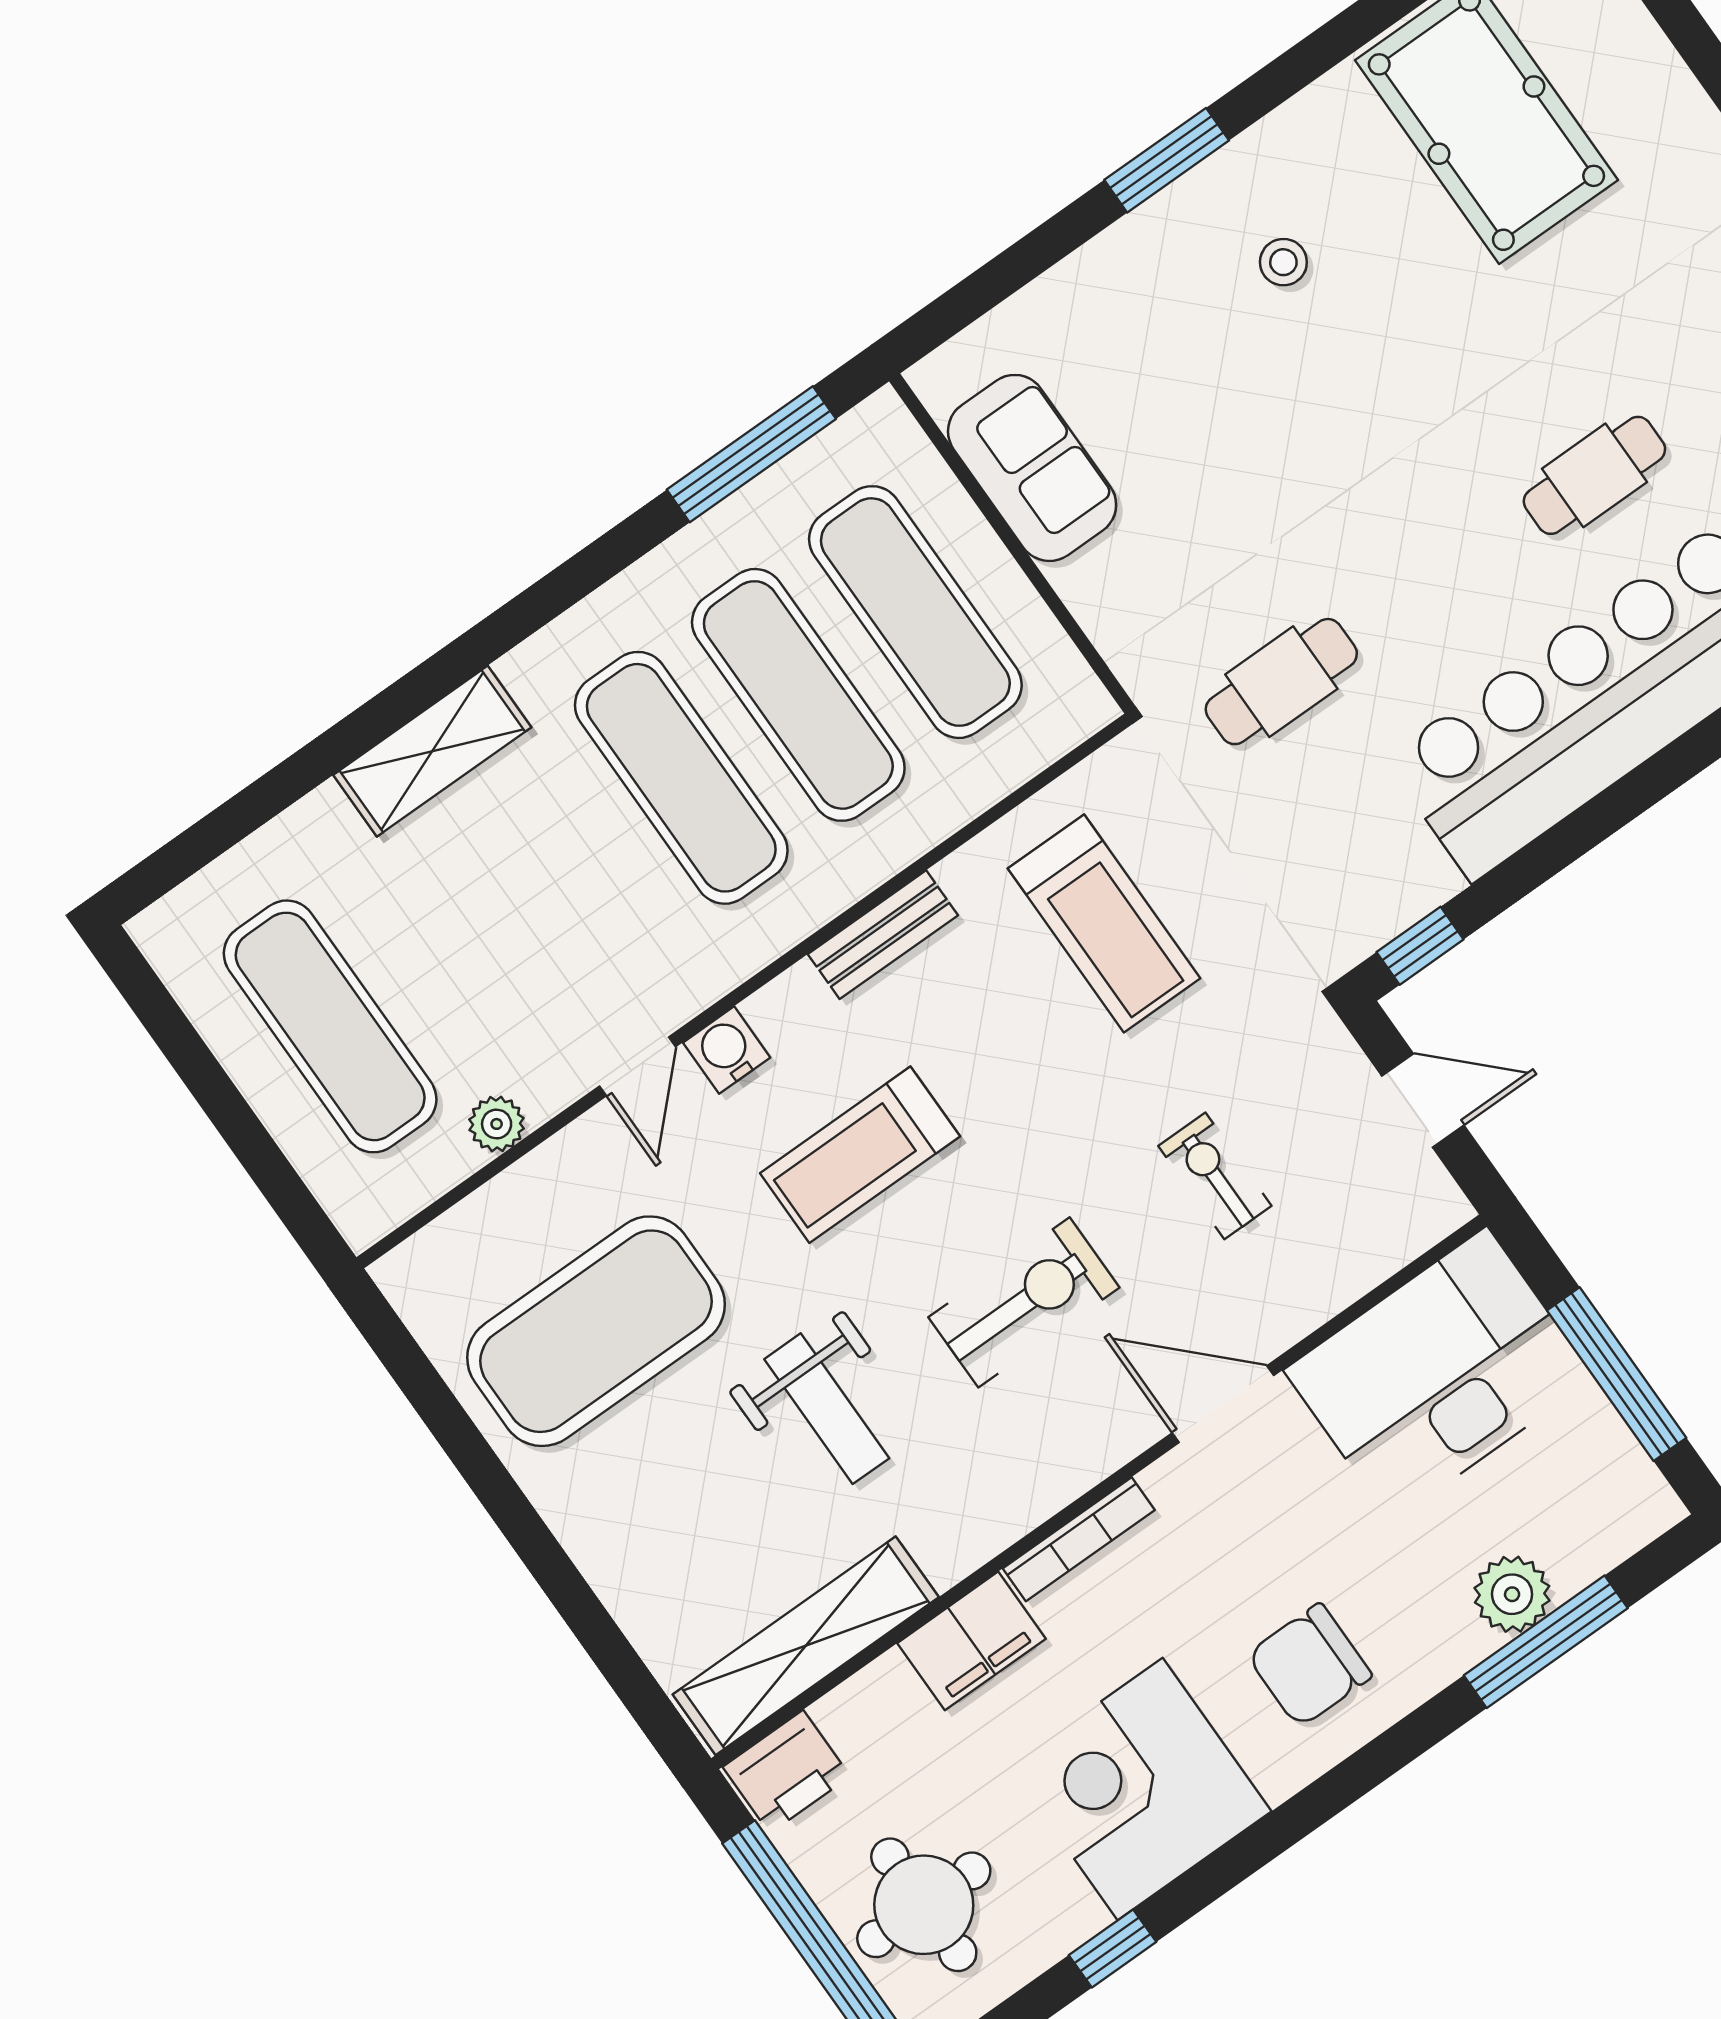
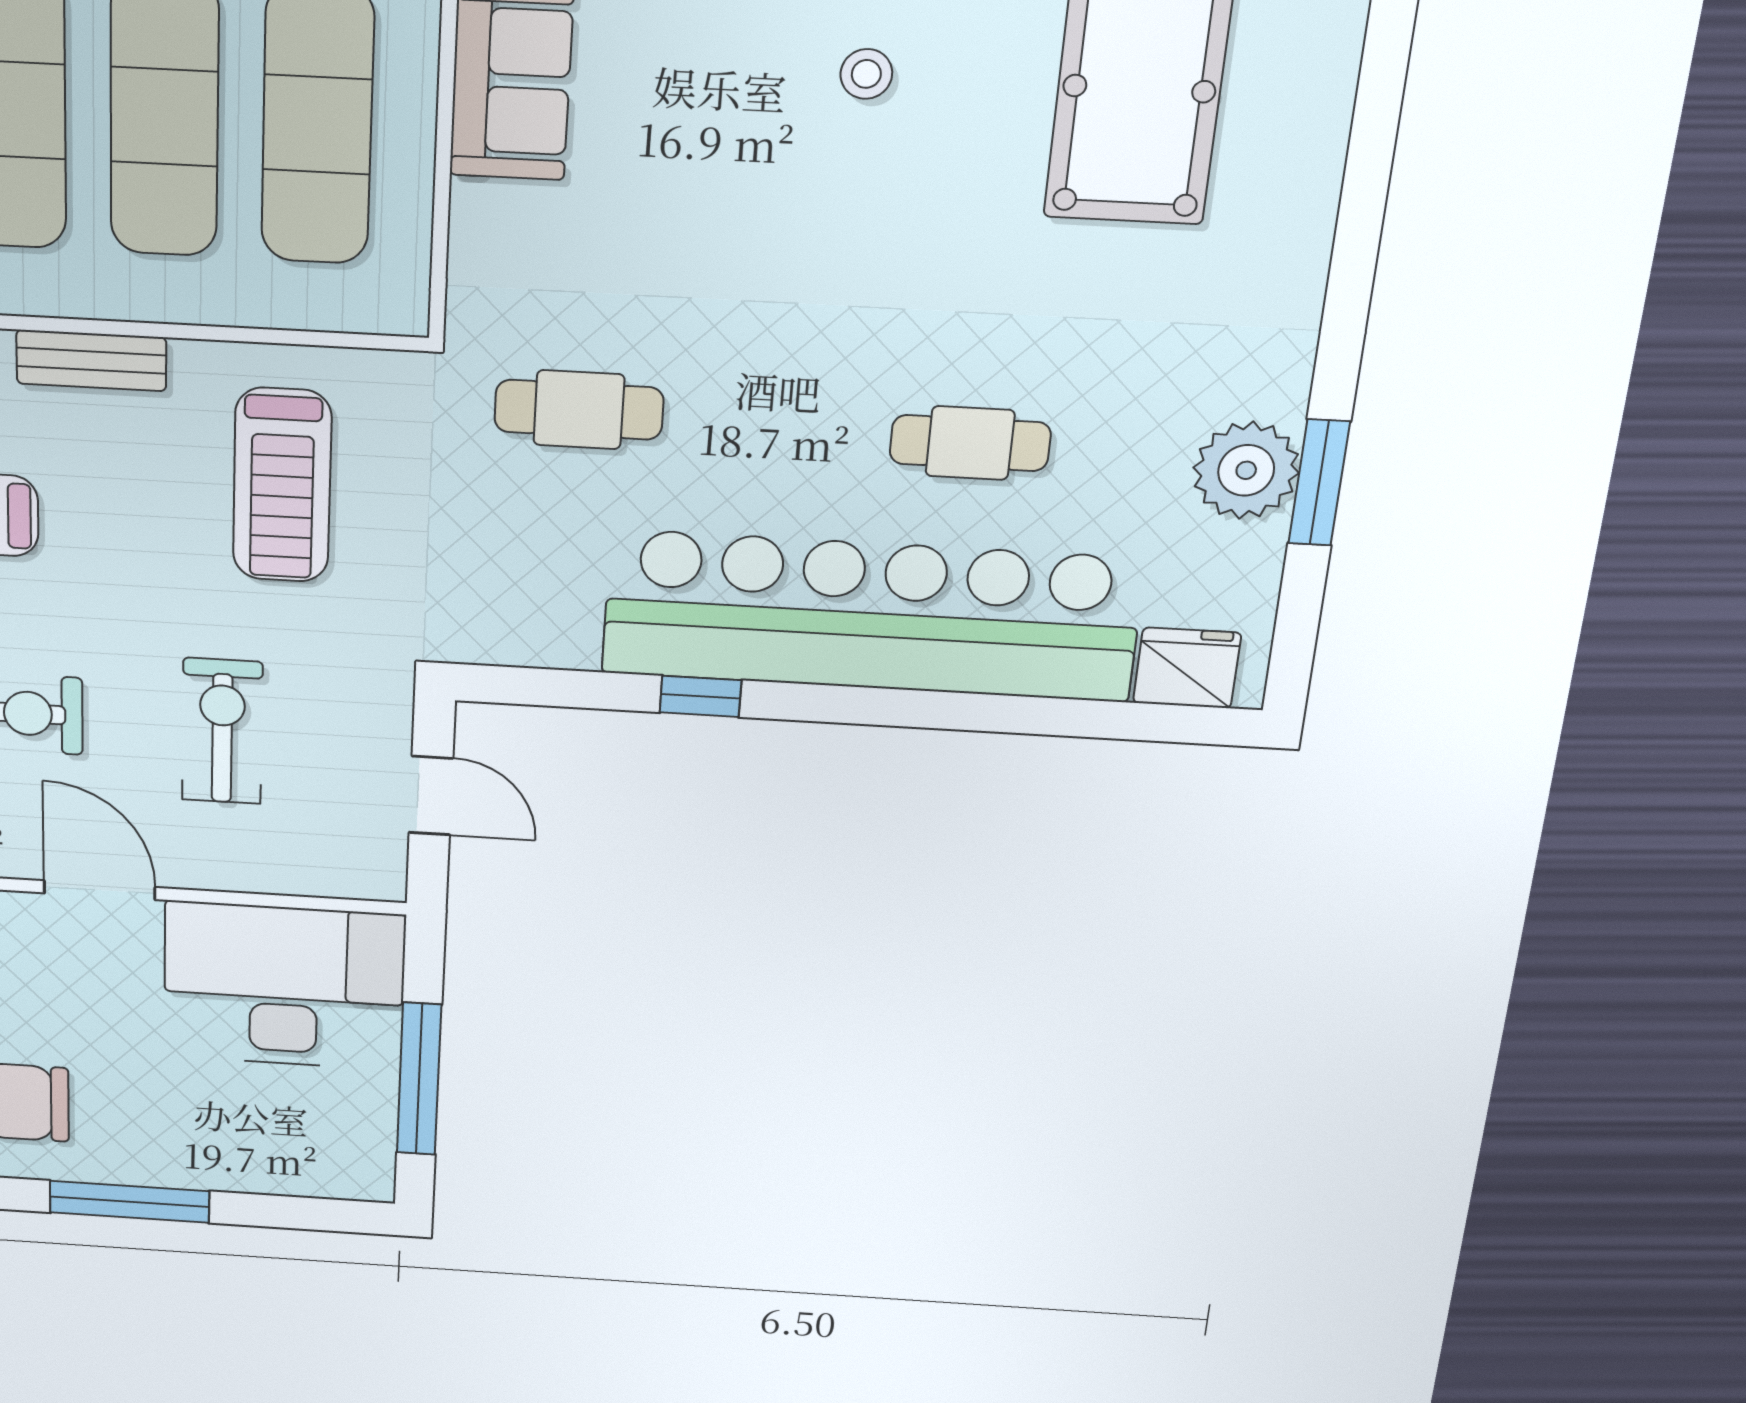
window: (1420, 946) -> (700, 696), moved
exercise bike: (1215, 1176) -> (222, 731), width x1.38, depth x1.39
plant: (1512, 1594) -> (217, 1162), removed
window: (1546, 1642) -> (129, 1202), moved

